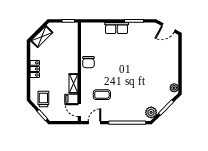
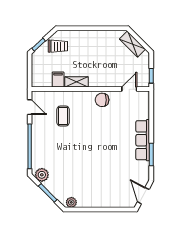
row of seats: (117, 28) -> (143, 140), width x1.48
locker: (35, 69) -> (94, 36), removed
door: (79, 110) -> (129, 89), moved

